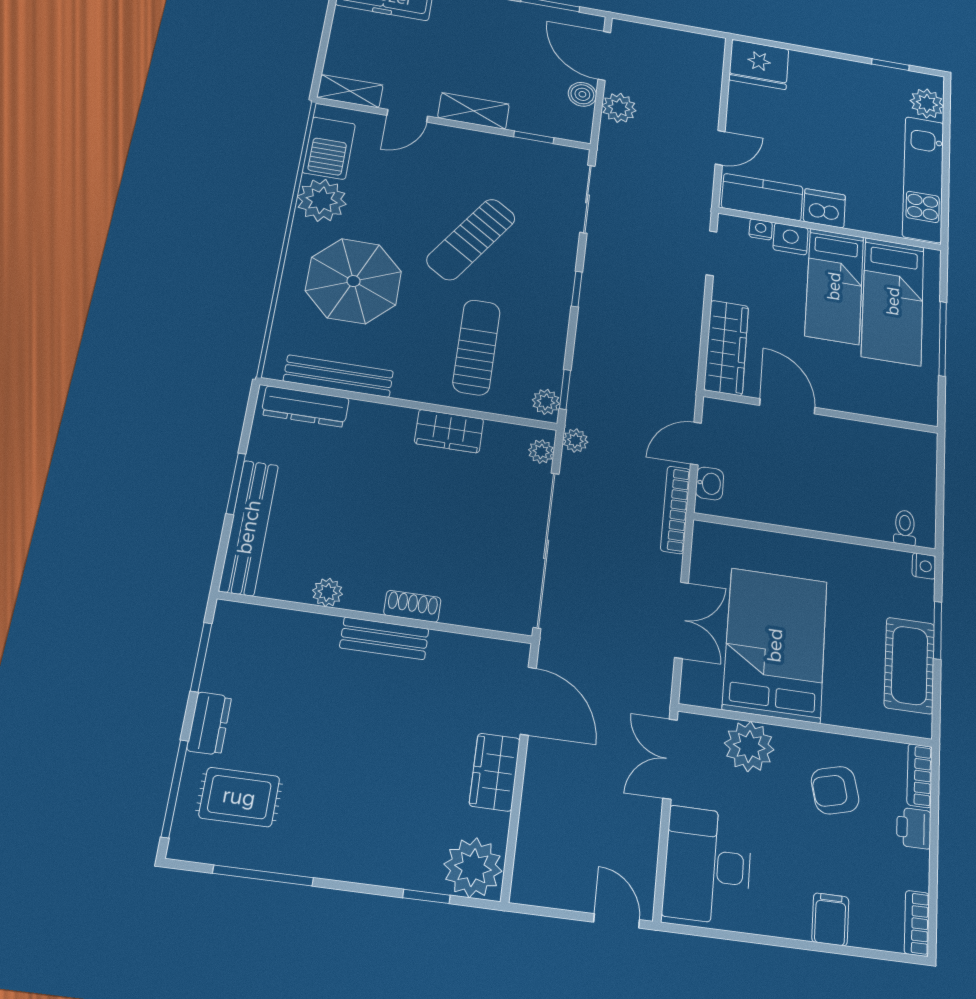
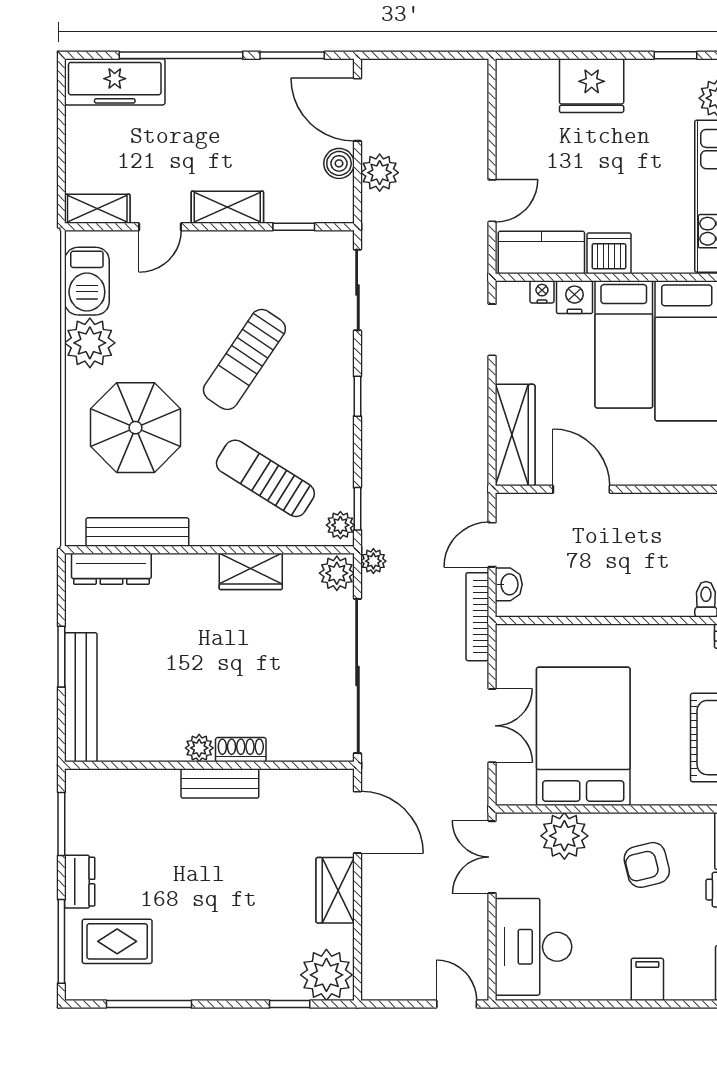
fridge: (759, 64) -> (592, 86), moved
sun lounger: (477, 347) -> (265, 478), turned -58
plant: (541, 452) -> (337, 573), width x1.38, depth x1.38
plant: (328, 592) -> (199, 748), moved

